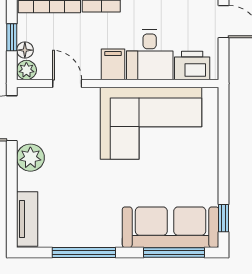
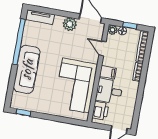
door: (67, 83) -> (103, 48), swing flipped
sofa: (171, 227) -> (27, 69), moved
window: (84, 253) -> (19, 42), width x1.46
window: (174, 253) -> (11, 86), removed

